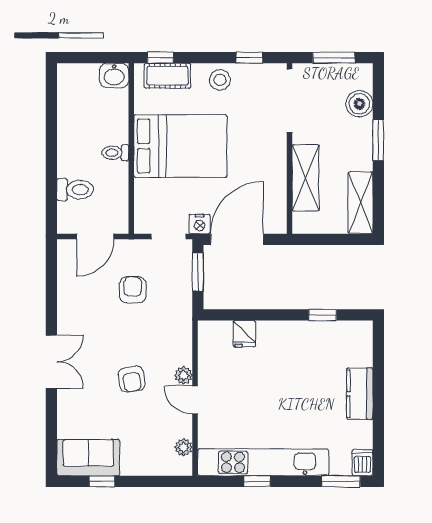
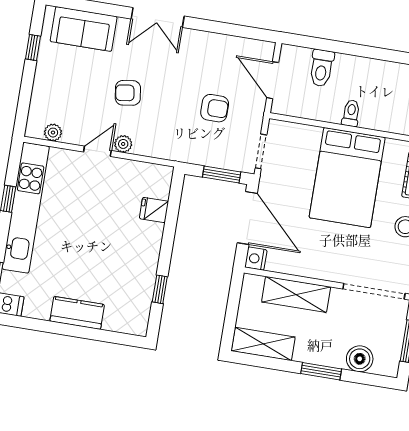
nightstand: (200, 224) -> (256, 259), moved
sofa: (88, 458) -> (84, 29), moved, turned 90

